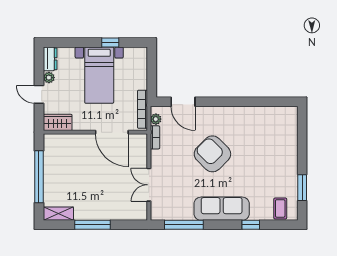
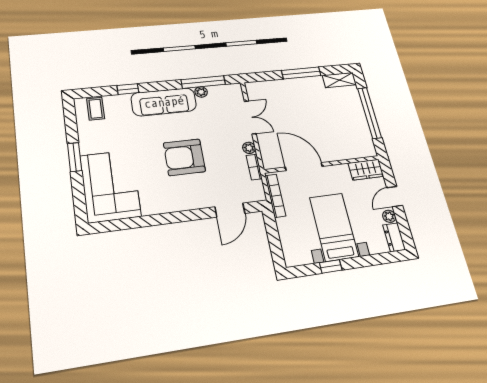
door: (39, 94) -> (395, 197), swing flipped
door: (183, 102) -> (230, 210), swing flipped
plant: (156, 119) -> (249, 148), moved
corner sofa: (276, 136) -> (110, 186), added
armchair: (212, 154) -> (184, 157), turned 135
window: (302, 188) -> (75, 157), moved
plant: (187, 215) -> (201, 92), added

